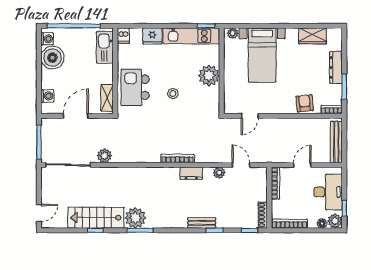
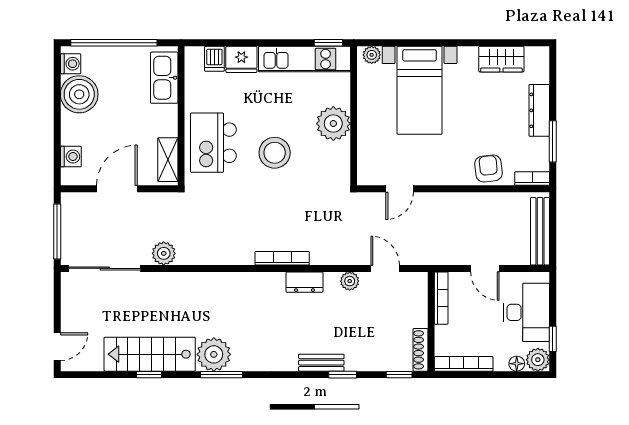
dishwasher: (123, 36) -> (214, 59), moved
stool: (173, 94) -> (275, 153), width x1.89, depth x1.89
door: (302, 165) -> (485, 268), swing flipped

